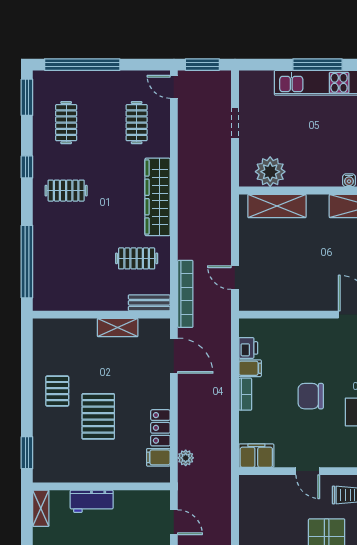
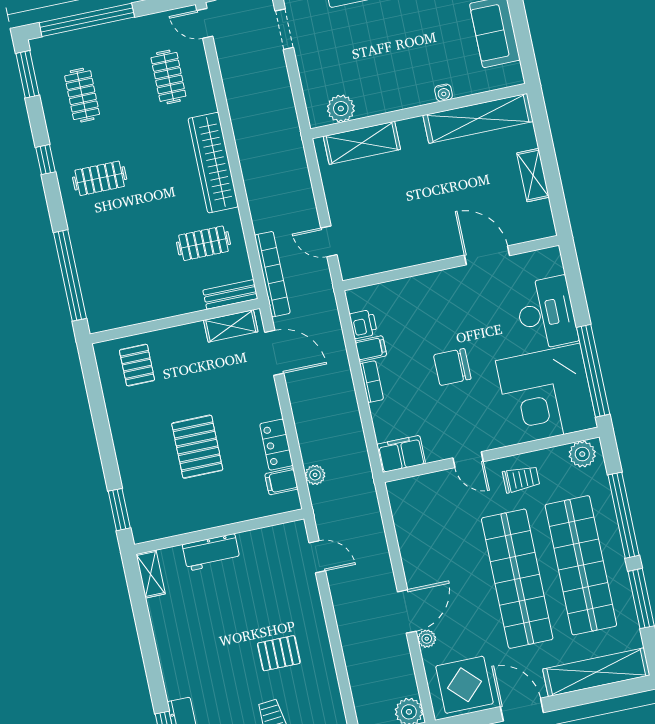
doorway: (235, 123) -> (284, 29), moved
plant: (270, 172) -> (341, 109), width x0.73, depth x0.73
shelving: (118, 328) -> (231, 326), moved
pallet: (57, 391) -> (137, 365), moved

